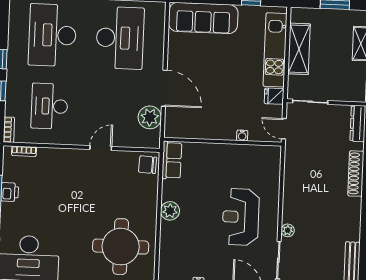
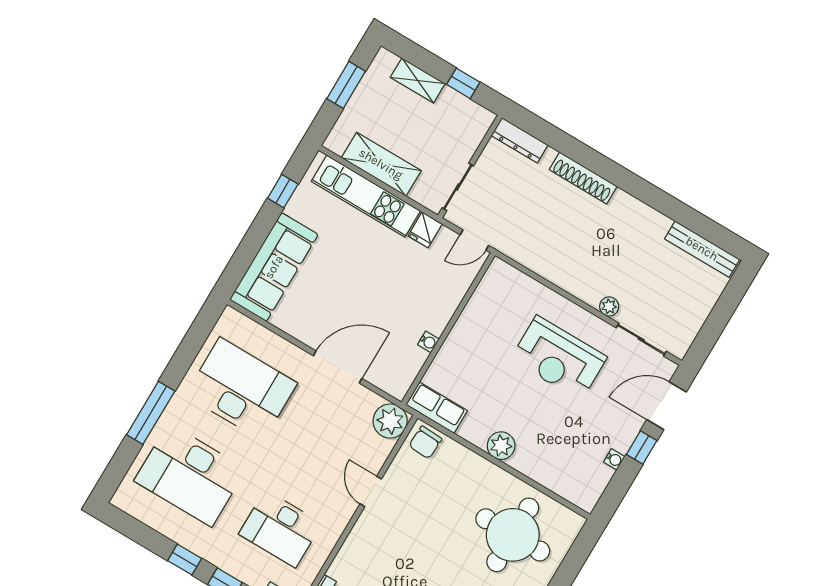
plant: (150, 117) -> (390, 421), moved
water cooler: (242, 136) -> (428, 342), moved

